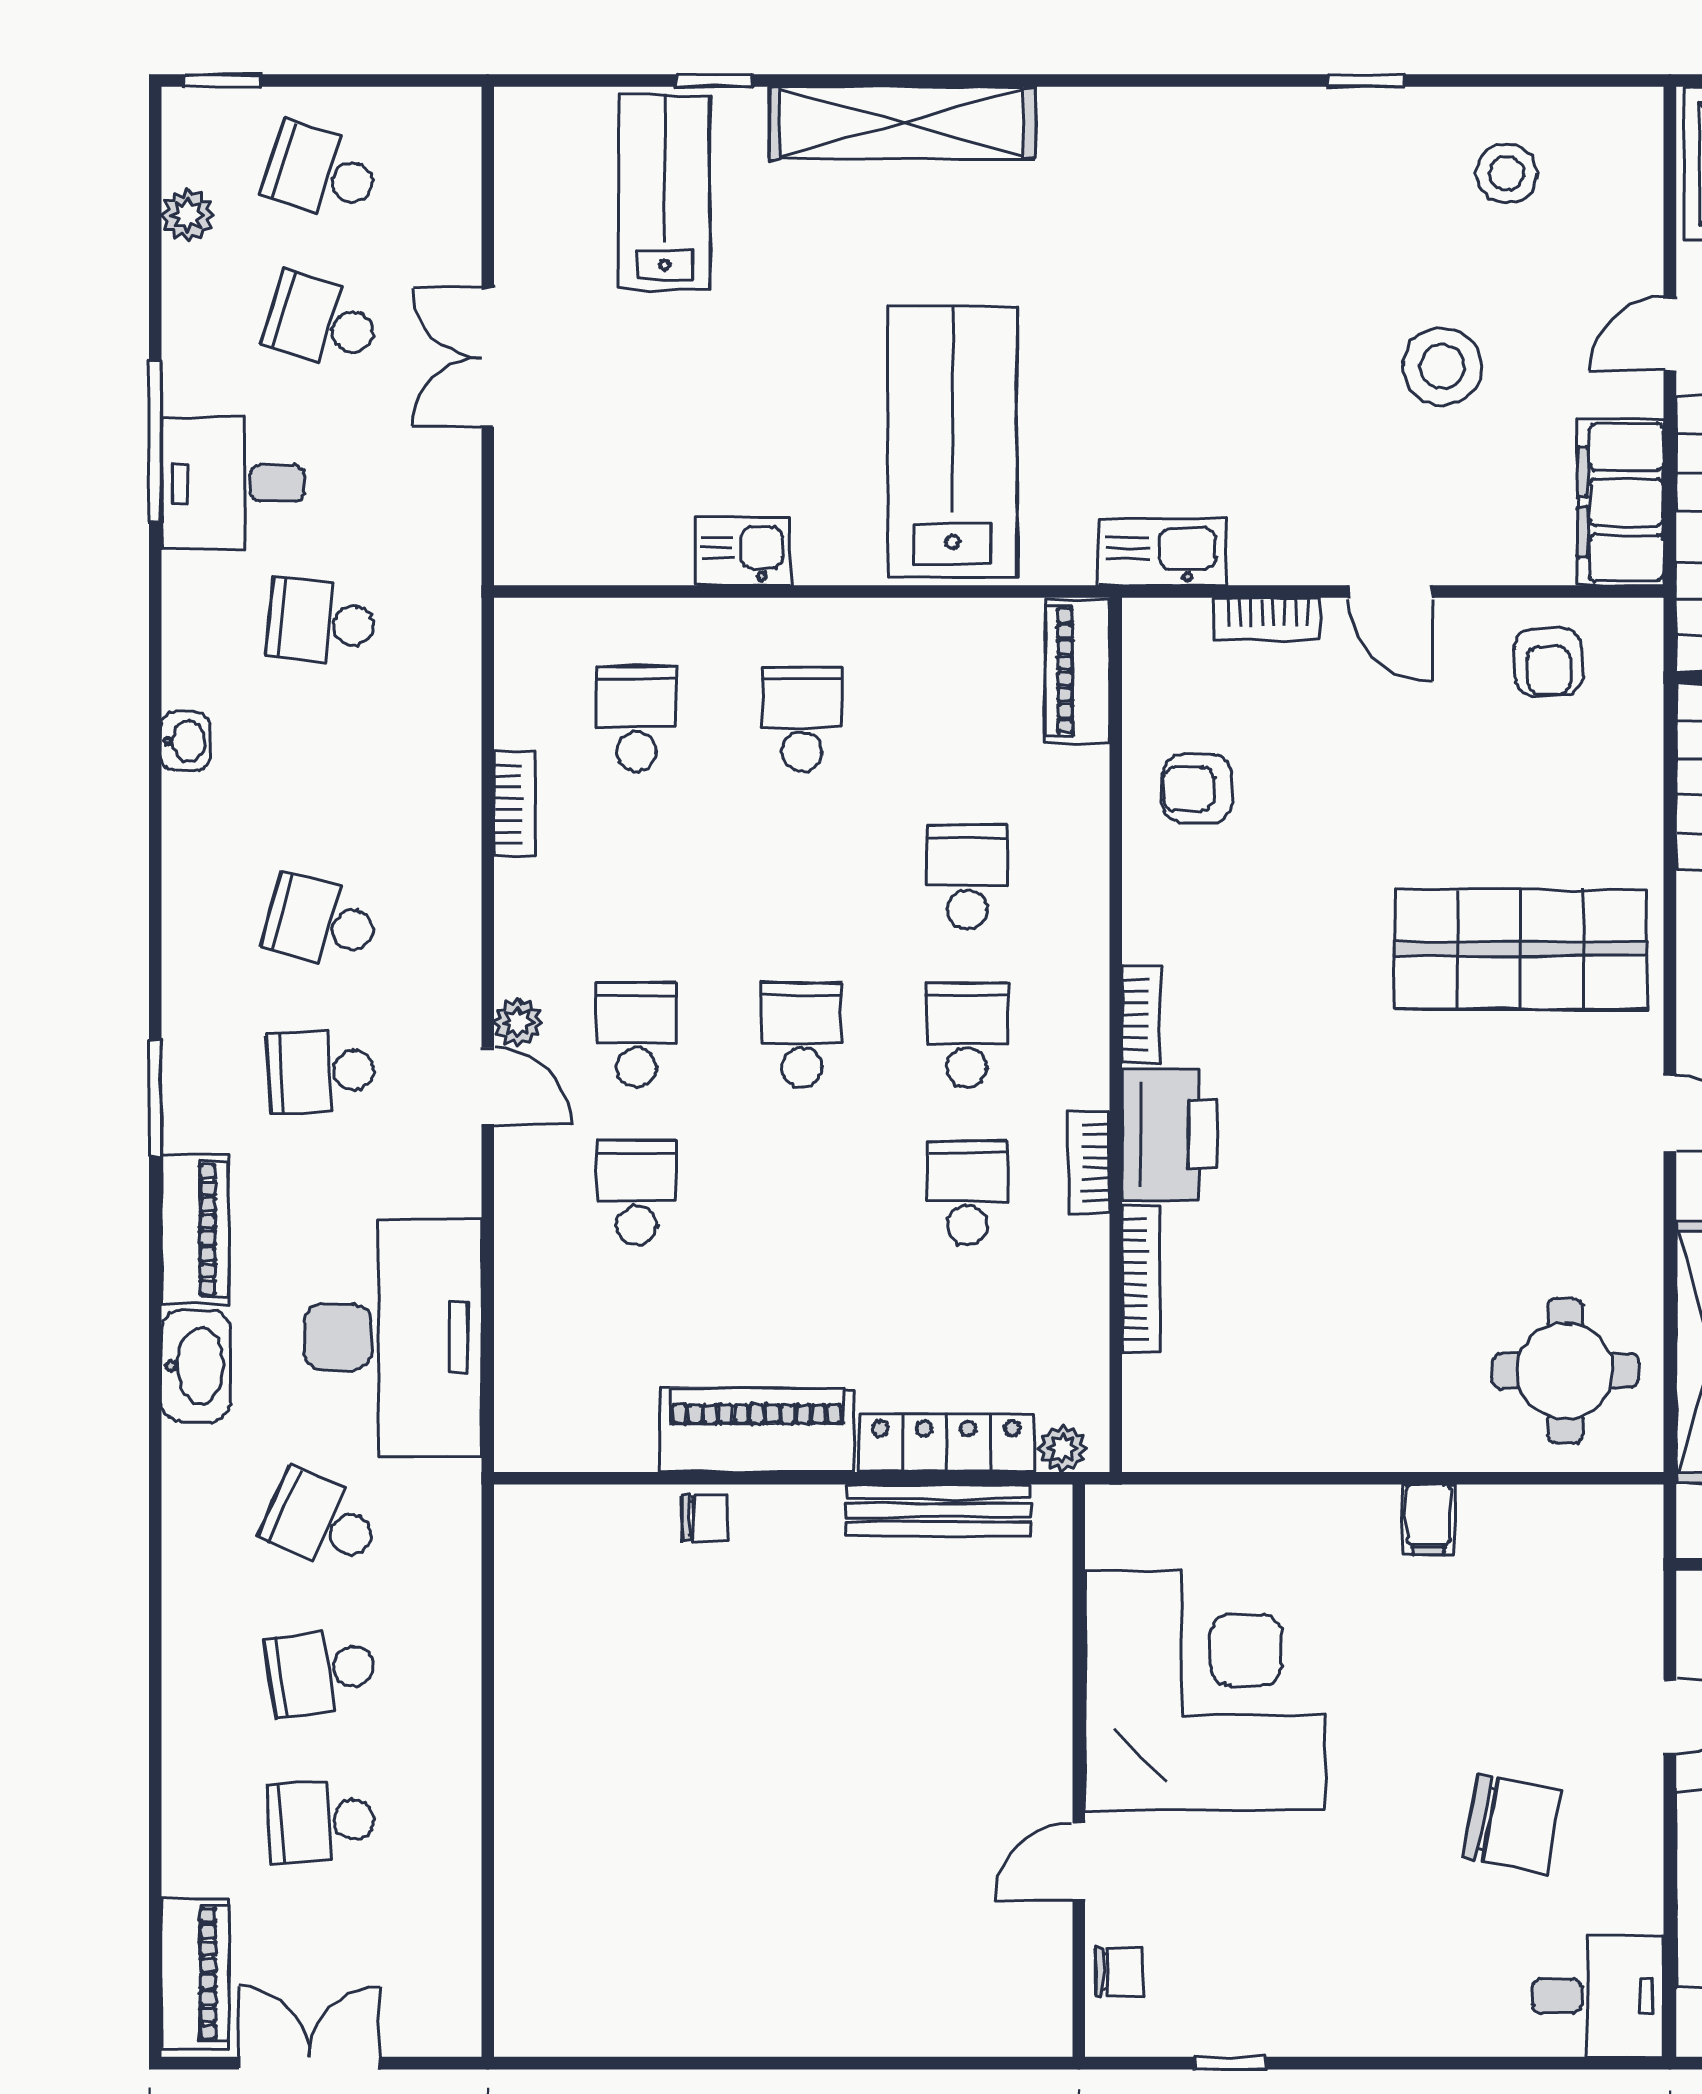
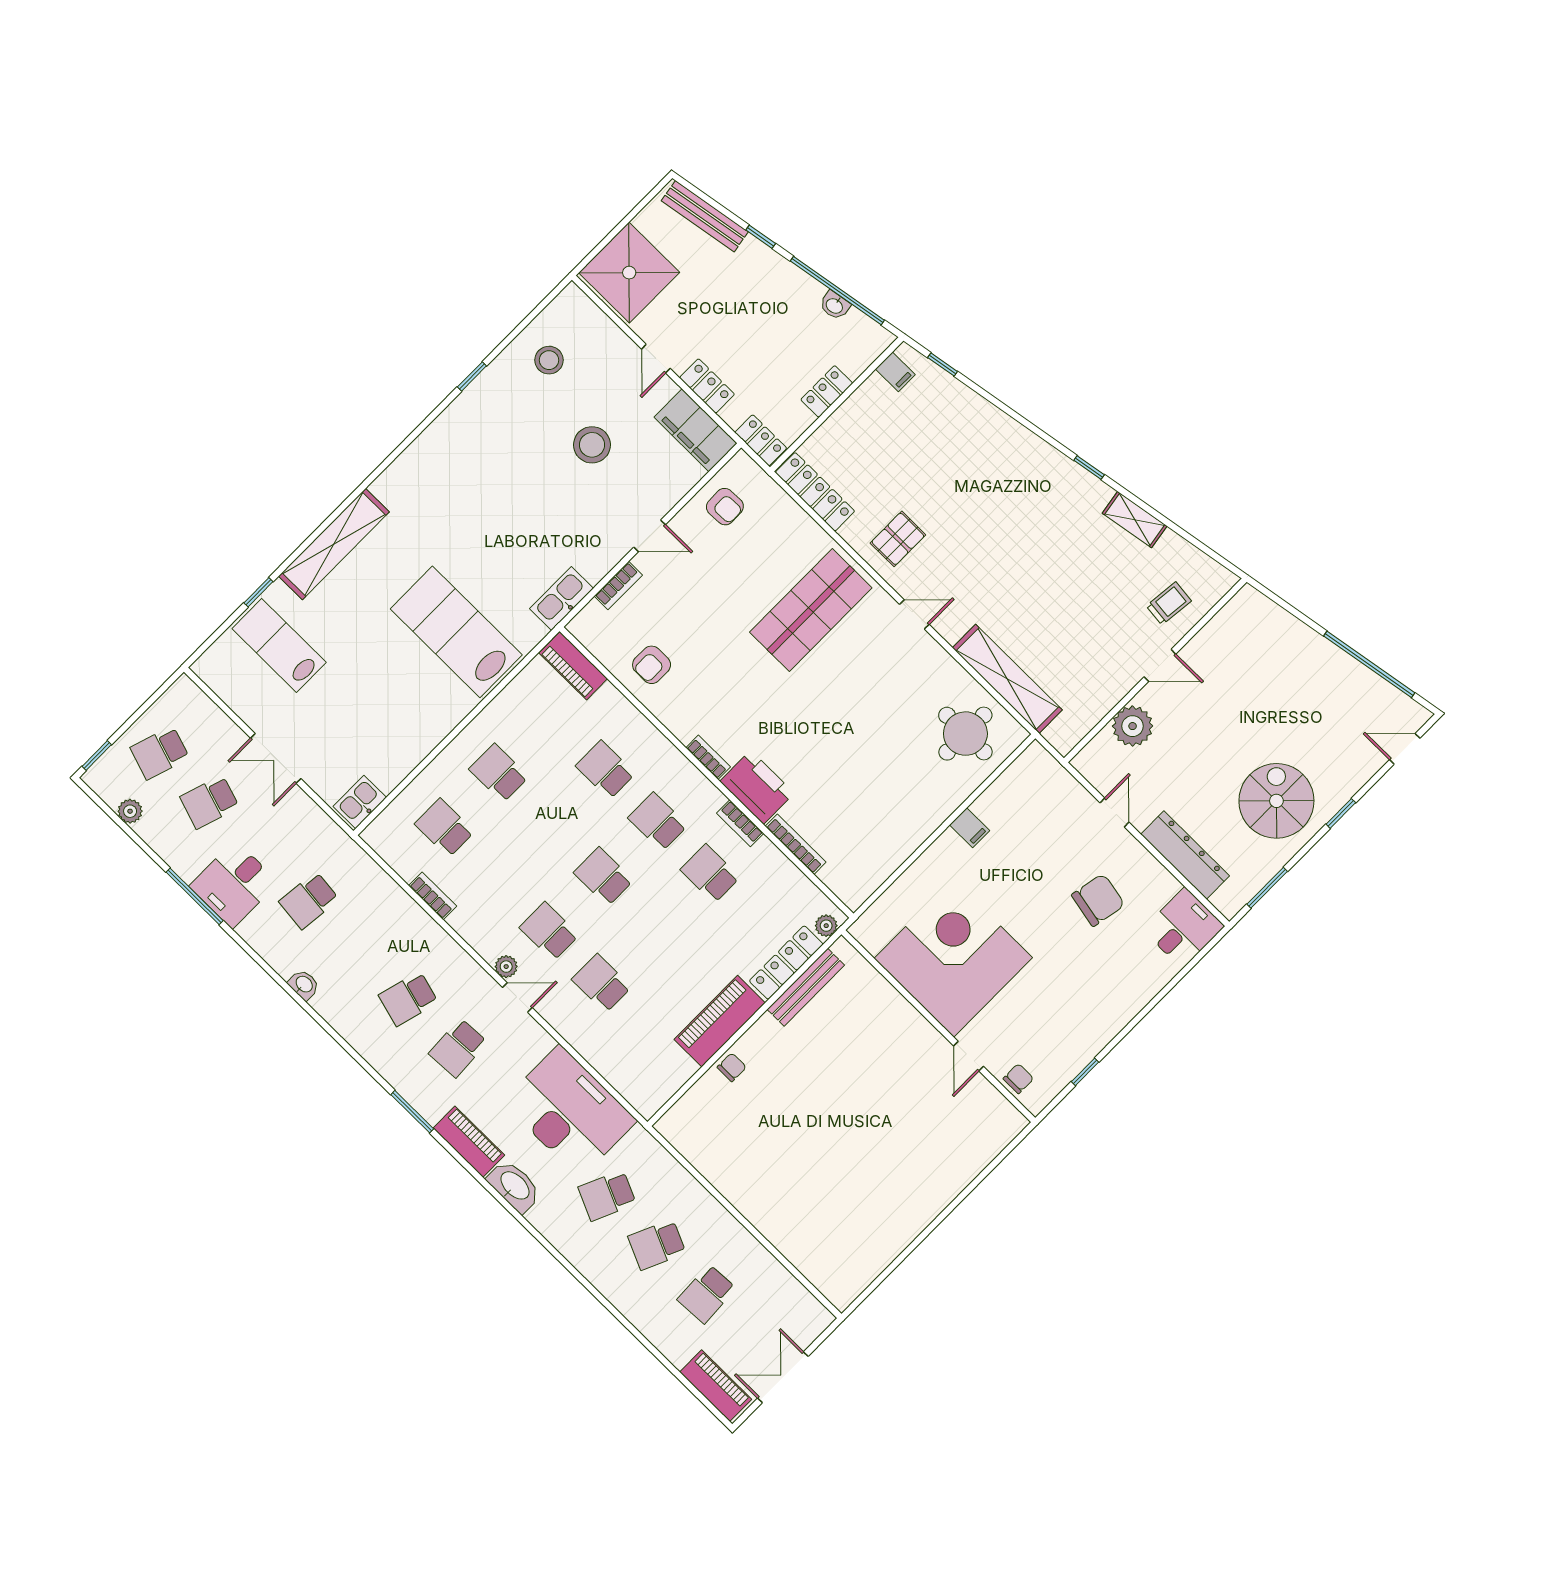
kitchen sink: (743, 551) -> (360, 802), moved
school desk: (321, 1671) -> (657, 1245), turned 33

